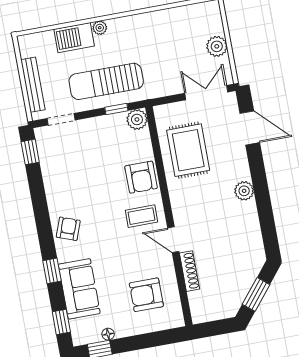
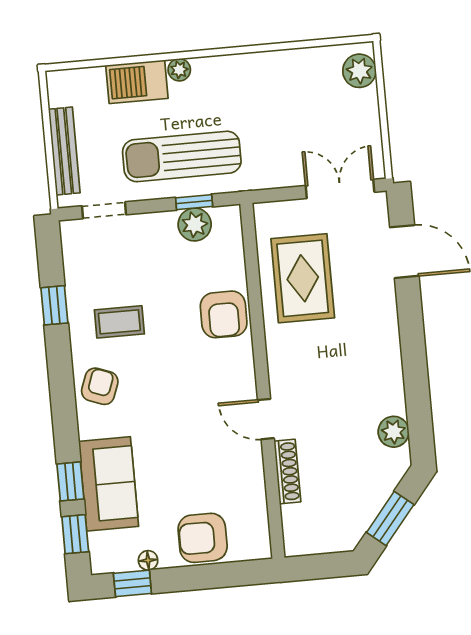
plant: (217, 46) -> (359, 71), moved
plant: (137, 119) -> (195, 225), moved
window: (30, 152) -> (54, 305), moved
plant: (244, 191) -> (394, 432), moved
coffee table: (141, 216) -> (119, 322), moved
window: (52, 271) -> (70, 481), moved
armchair: (146, 295) -> (203, 538), moved

